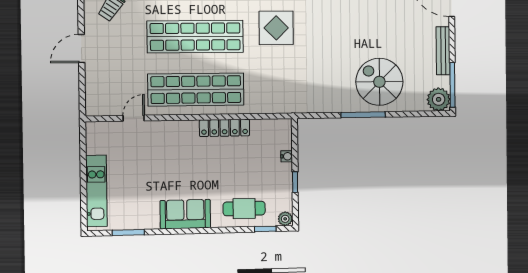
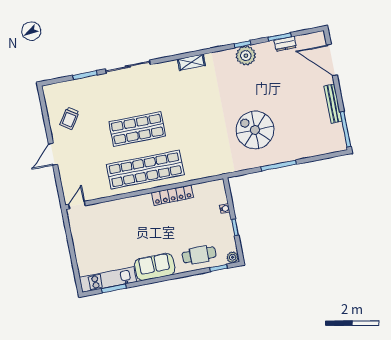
display table: (276, 28) -> (198, 111), removed
shop shelf: (195, 37) -> (137, 129), width x0.71
spiral stairs: (379, 82) -> (255, 130), moved
plant: (439, 99) -> (336, 143), removed
door: (134, 118) -> (77, 205), moved
kitchen unit: (96, 191) -> (108, 280), moved, turned -90

